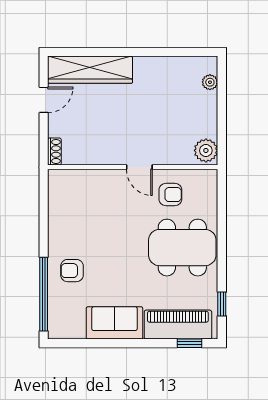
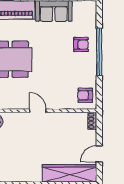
armchair: (170, 195) -> (85, 95), moved
window: (44, 294) -> (99, 52), moved

